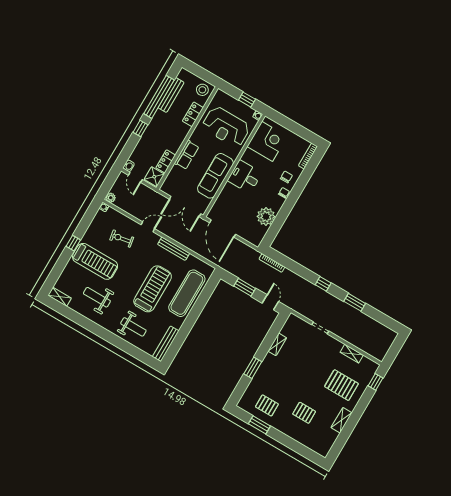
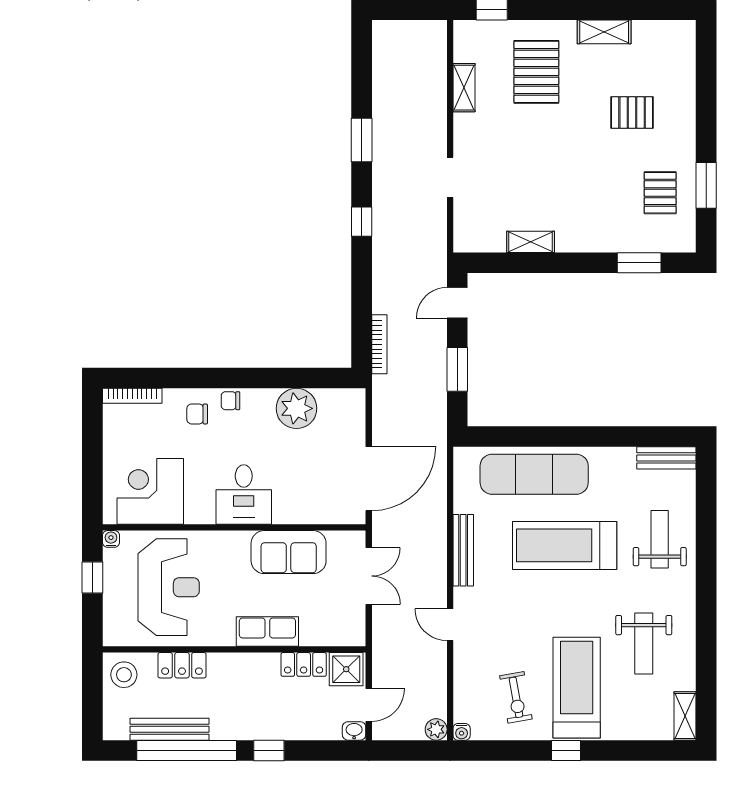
sofa: (215, 176) -> (289, 552), width x0.73
double door: (185, 206) -> (369, 576), width x0.73
exercise bike: (122, 239) -> (516, 697), moved
bench: (166, 344) -> (666, 458), width x0.73
window: (253, 368) -> (639, 263), moved
pallet: (304, 413) -> (632, 113), turned 90

